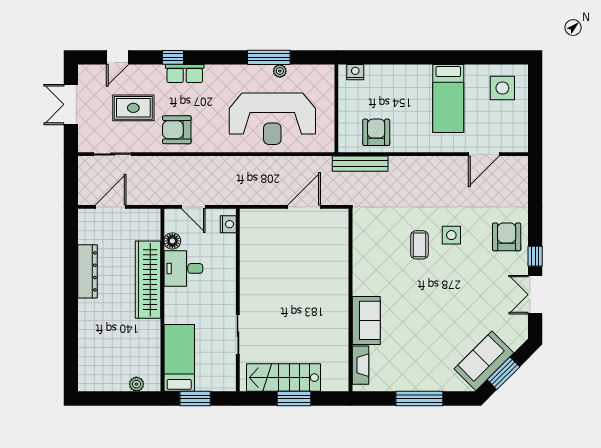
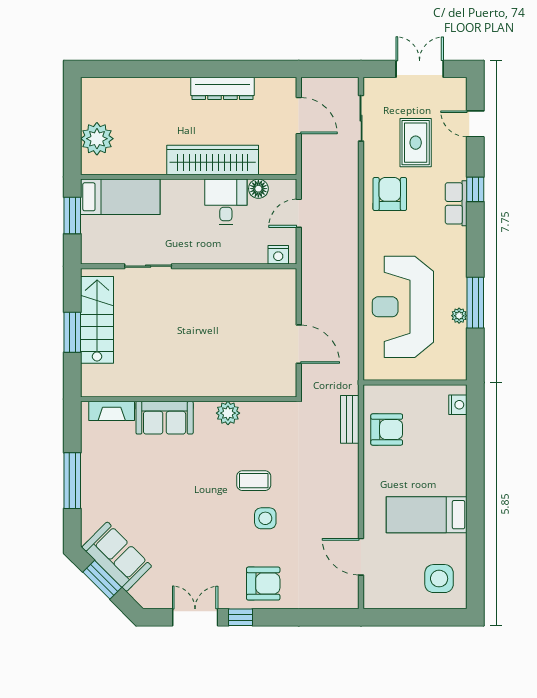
bench: (360, 164) -> (350, 419), width x0.73
plant: (362, 267) -> (228, 413), added
plant: (136, 384) -> (97, 139), width x1.88, depth x1.88

